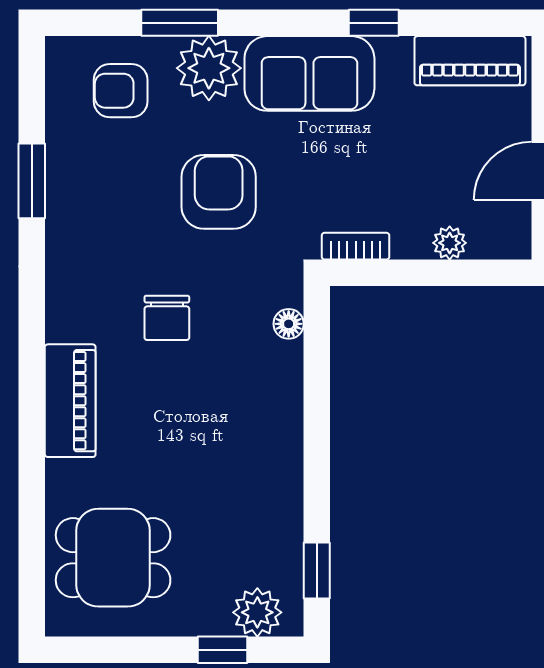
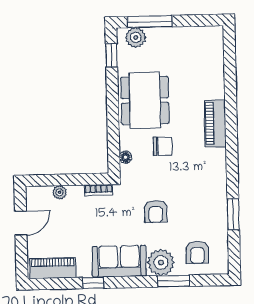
armchair: (121, 91) -> (197, 252), turned 90
armchair: (219, 192) -> (156, 211), width x0.72, depth x0.72
chair: (167, 318) -> (163, 146), moved, turned 90
dining table: (113, 558) -> (145, 100), moved, width x1.38
window: (223, 650) -> (150, 22), width x2.17

